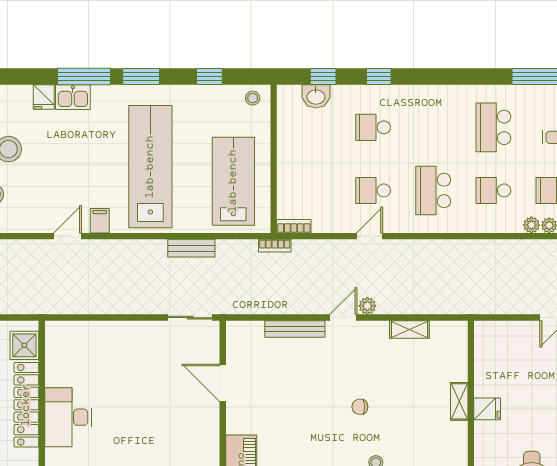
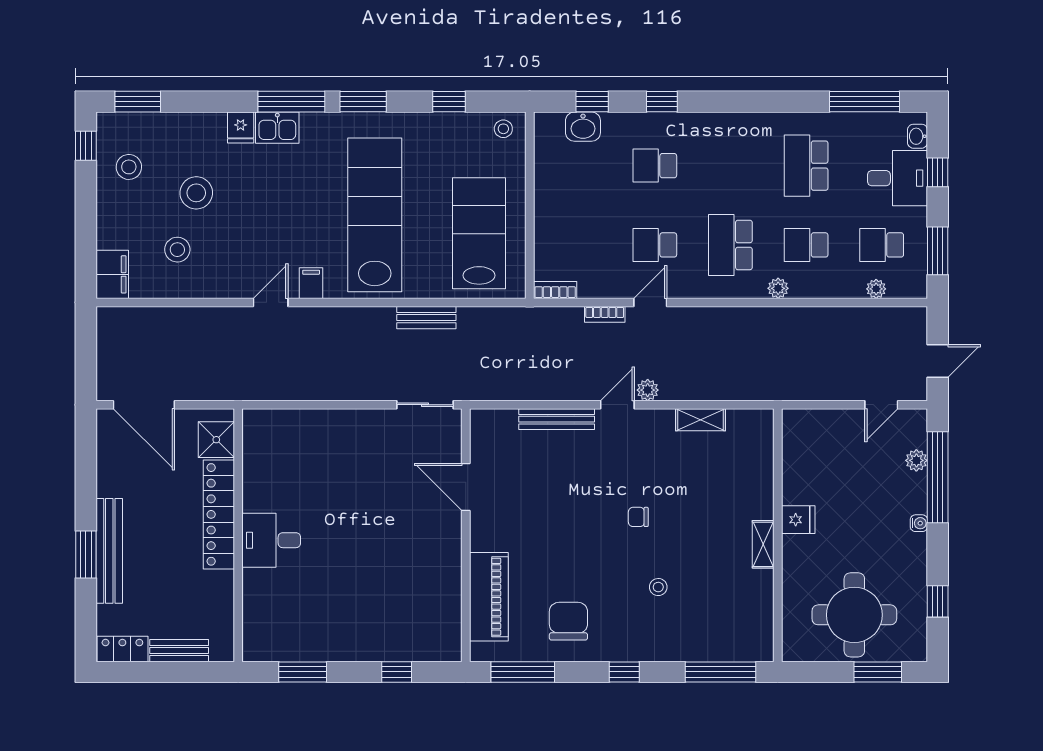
plant: (531, 225) -> (778, 288), moved
bookcase: (275, 246) -> (605, 314), moved
shelving: (459, 401) -> (763, 544), moved
desk: (68, 417) -> (271, 540), width x0.73

